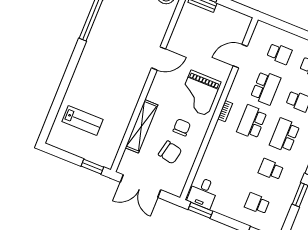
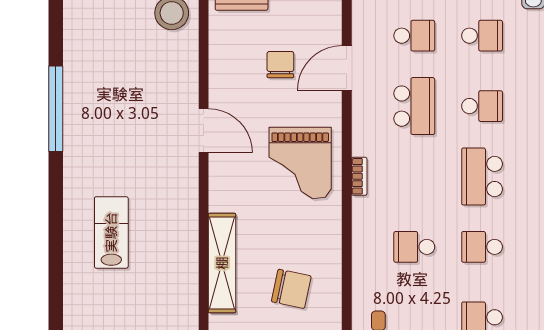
door: (159, 58) -> (204, 131), hinge flipped
lab bench: (82, 121) -> (111, 232), moved, turned -90
school desk: (252, 122) -> (414, 247), moved, width x0.54
chair: (182, 127) -> (280, 65), moved

